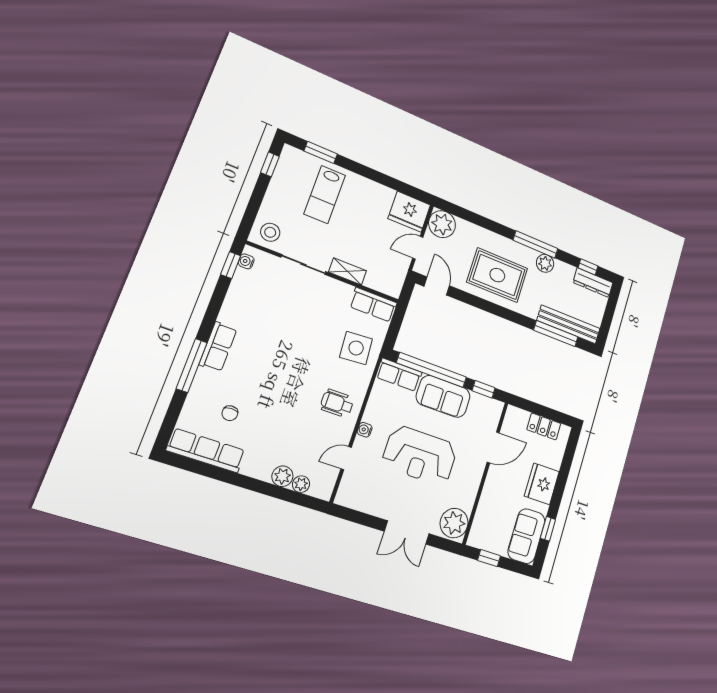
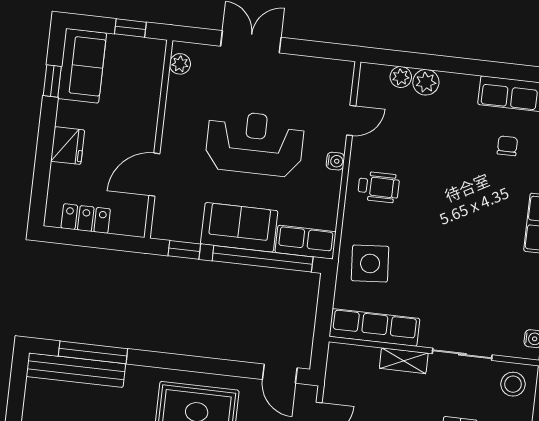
row of seats: (373, 305) -> (374, 327), width x1.48
fridge: (542, 484) -> (68, 146), width x0.73, depth x0.75
plant: (454, 523) -> (180, 64), width x0.53, depth x0.53

